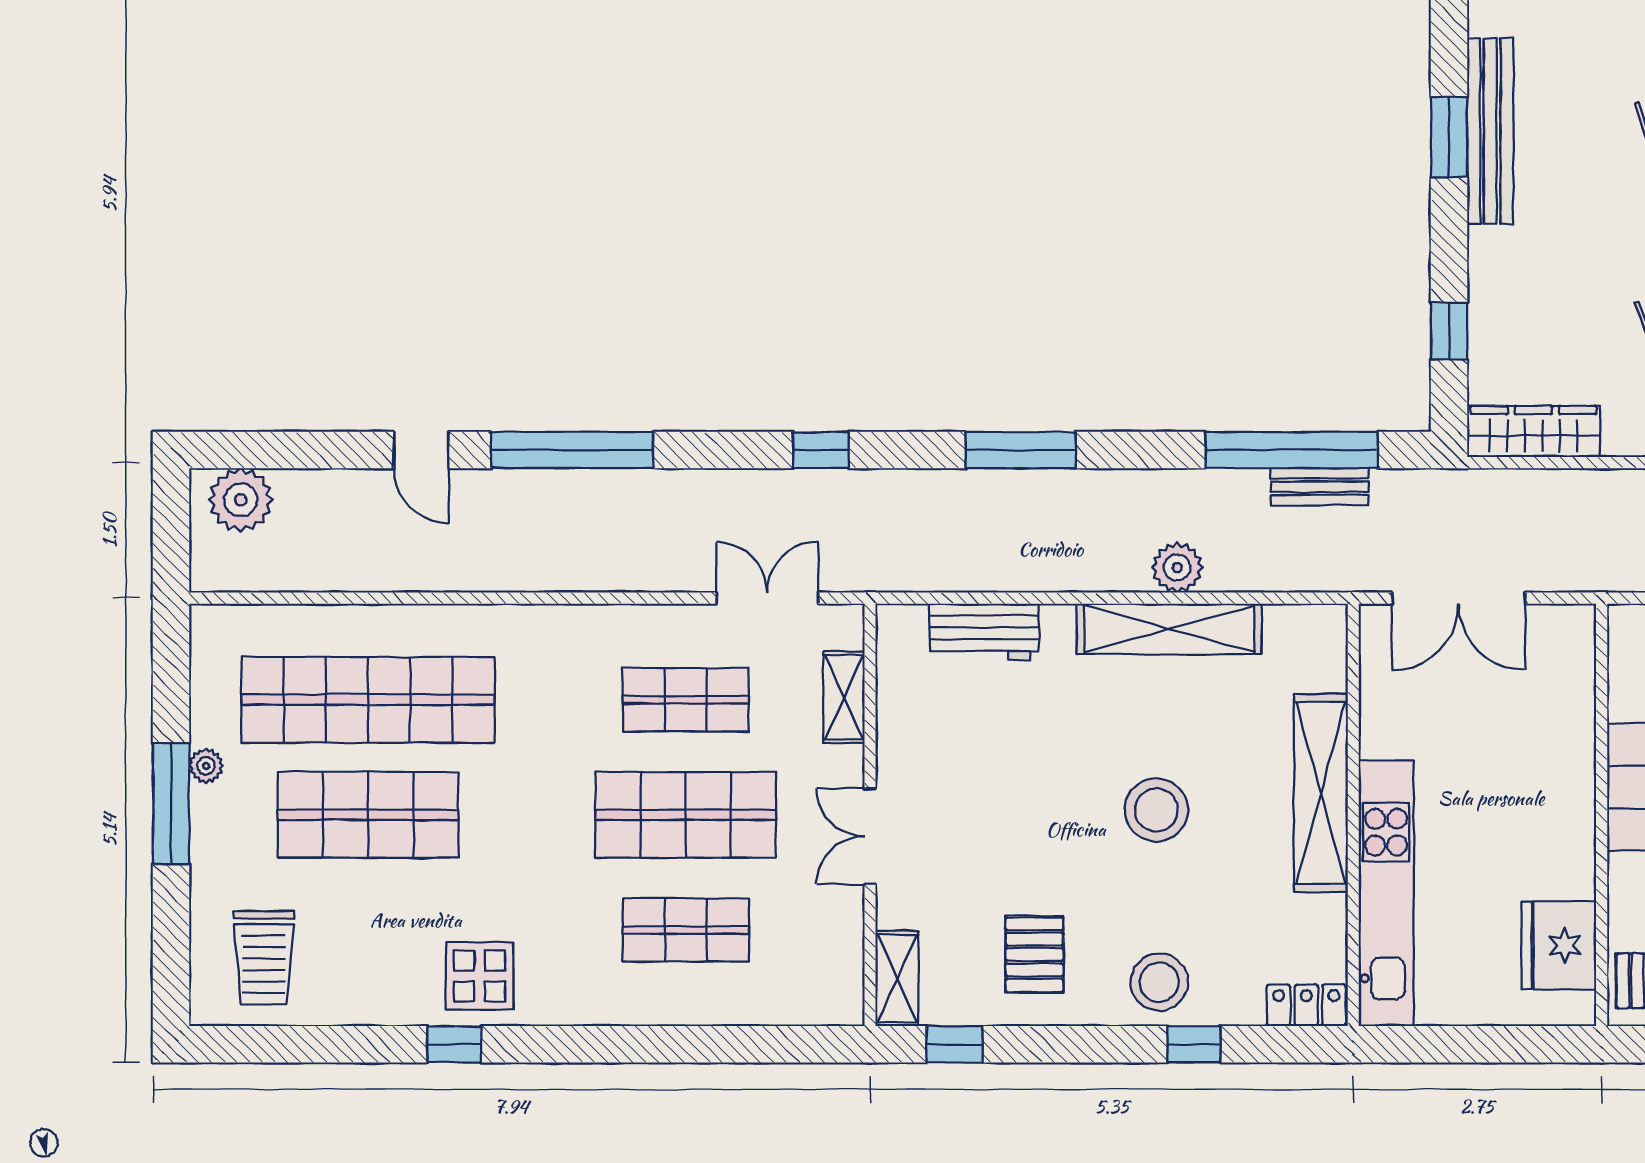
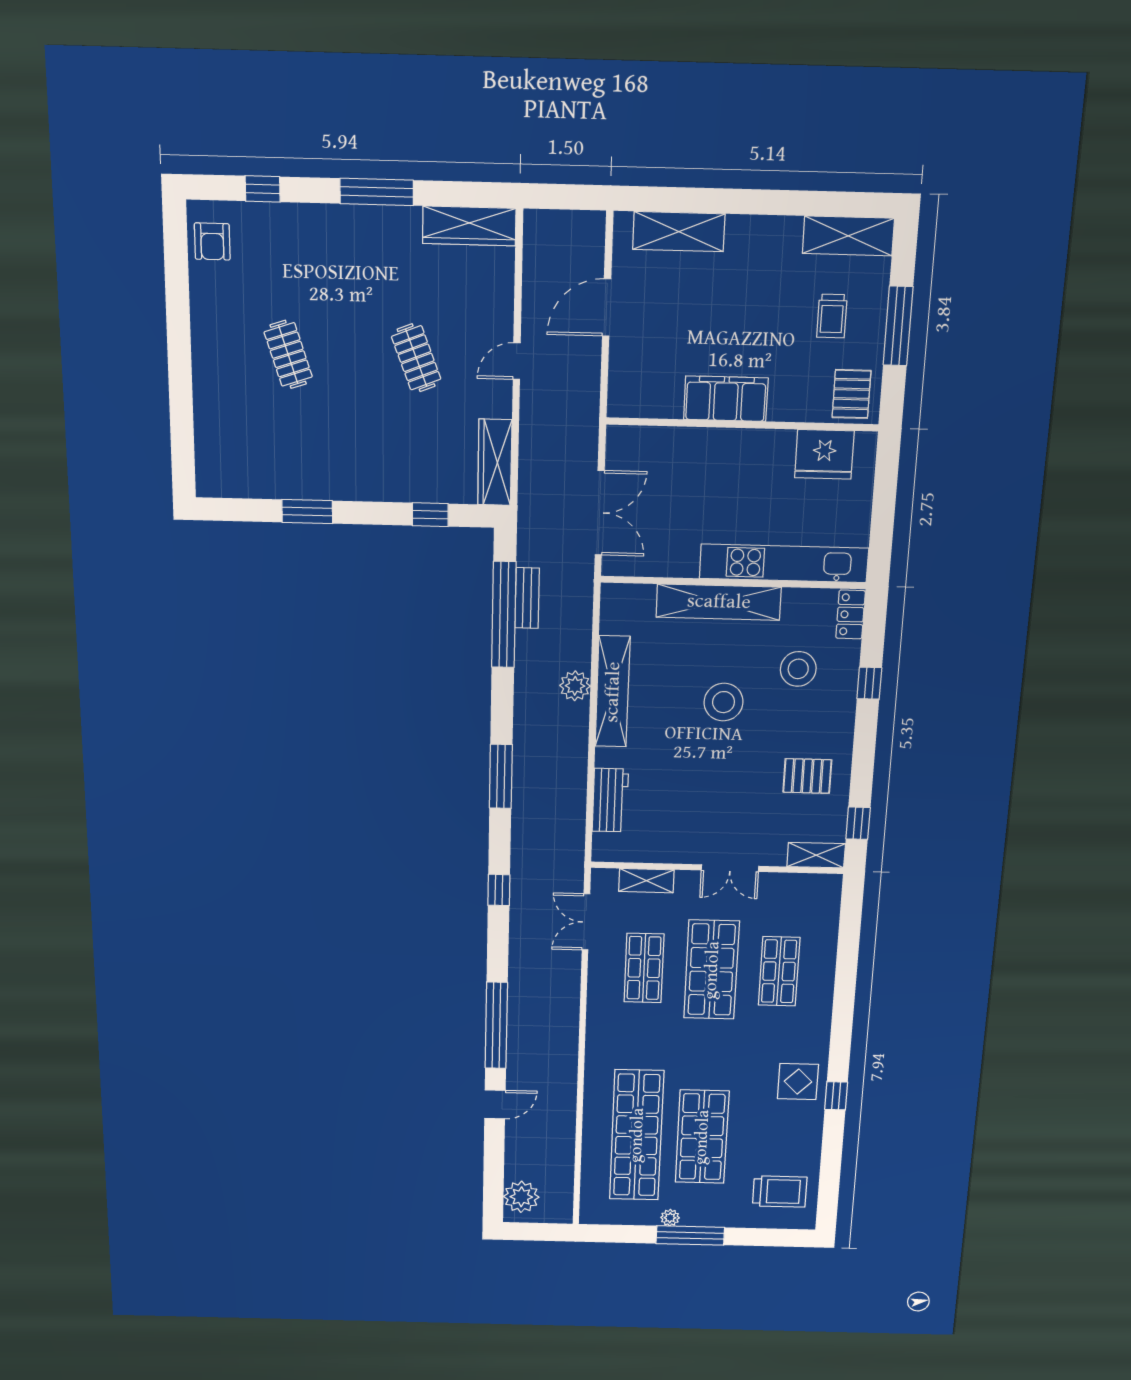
bench: (1490, 131) -> (303, 485), removed
stool: (1159, 982) -> (798, 669), moved

